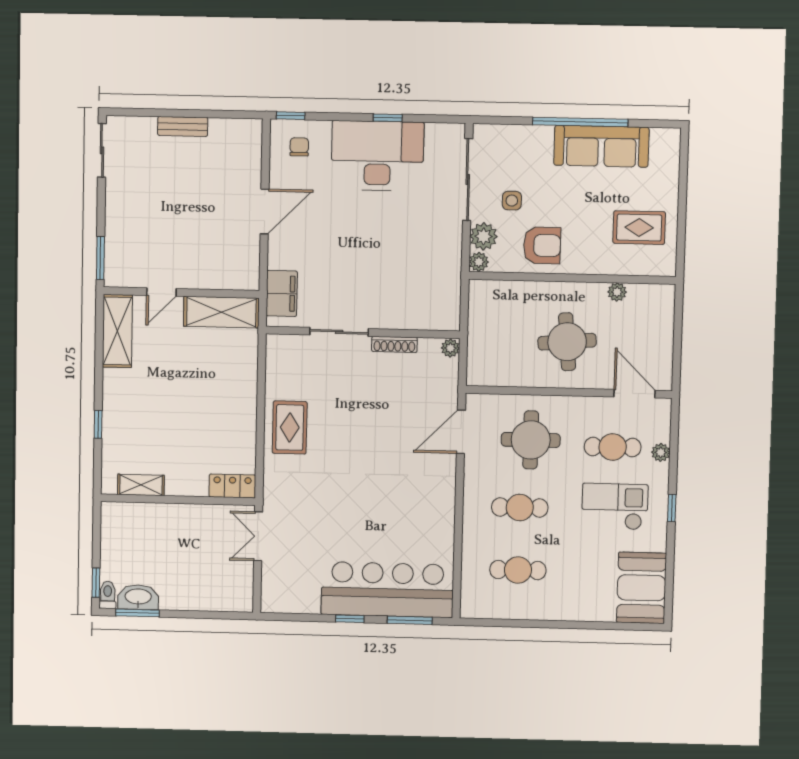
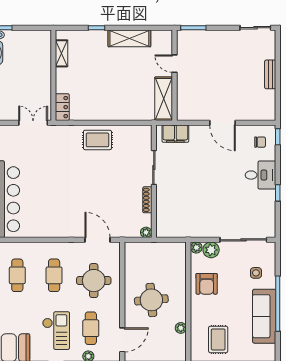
desk: (377, 156) -> (260, 175), width x0.53, depth x0.77
side table: (512, 201) -> (256, 273), moved
shelving: (117, 331) -> (129, 38), moved

